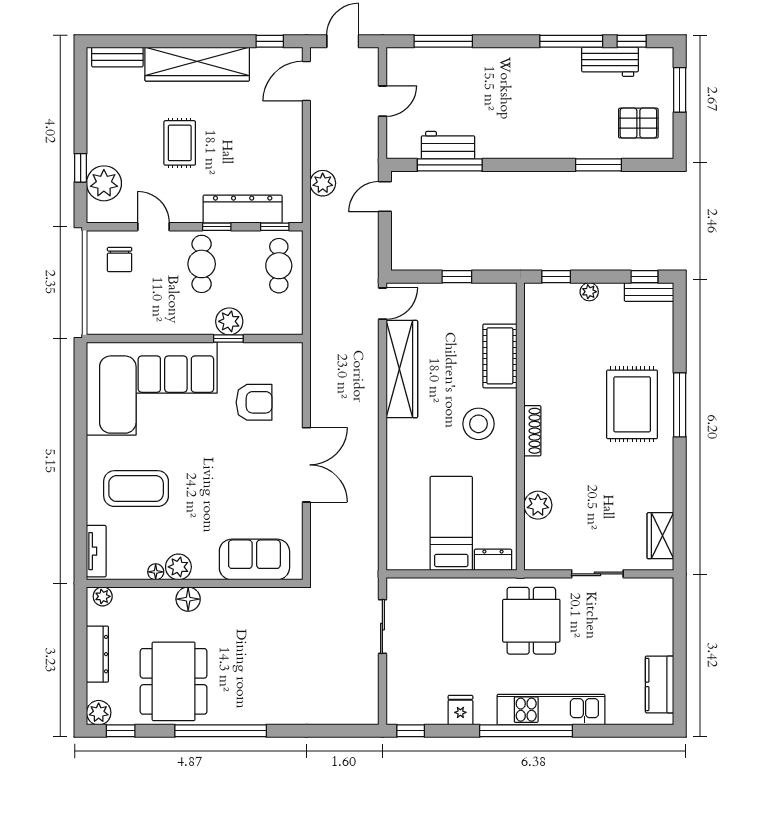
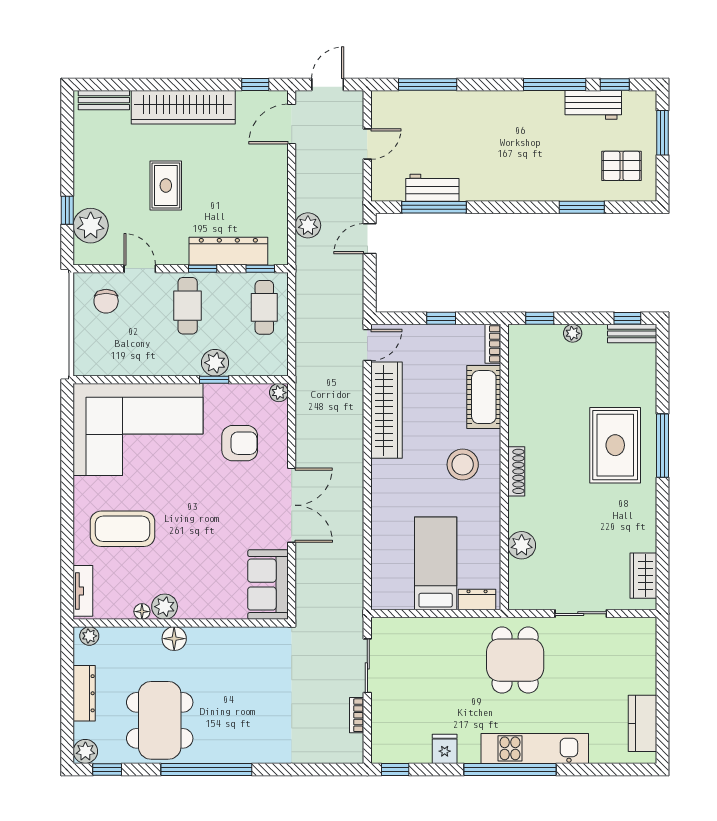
bookcase: (509, 302) -> (493, 344), added
plant: (294, 351) -> (279, 393), added
sofa: (254, 559) -> (268, 585), moved, turned -90
bookcase: (372, 676) -> (357, 715), added

